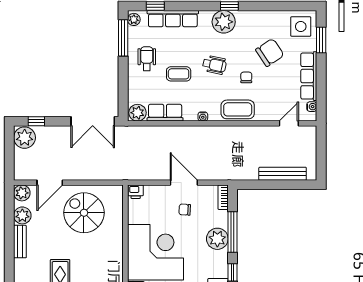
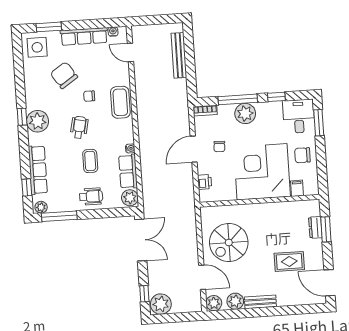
wheelchair: (147, 59) -> (91, 196), moved, turned 180
water cooler: (203, 117) -> (130, 148), moved
printer: (136, 192) -> (205, 182), moved

